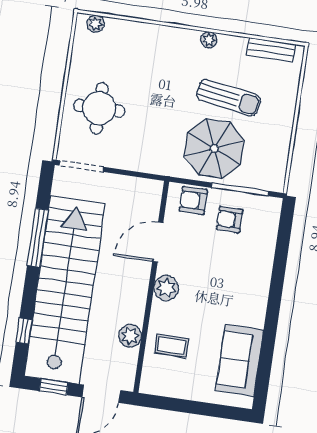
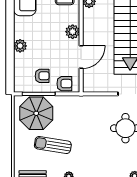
parasol: (214, 149) -> (36, 113), moved
plant: (260, 277) -> (20, 46), added

